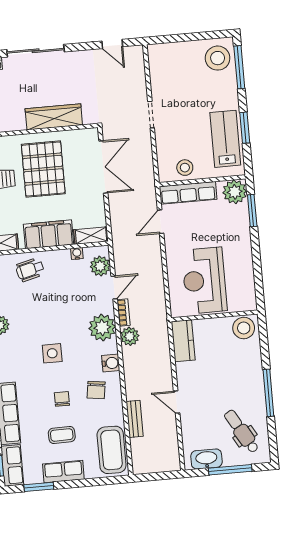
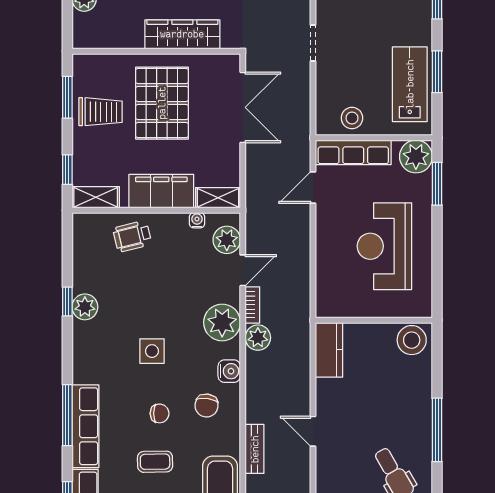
reception desk: (204, 280) -> (384, 246), moved
chair: (62, 399) -> (160, 413), turned 90

